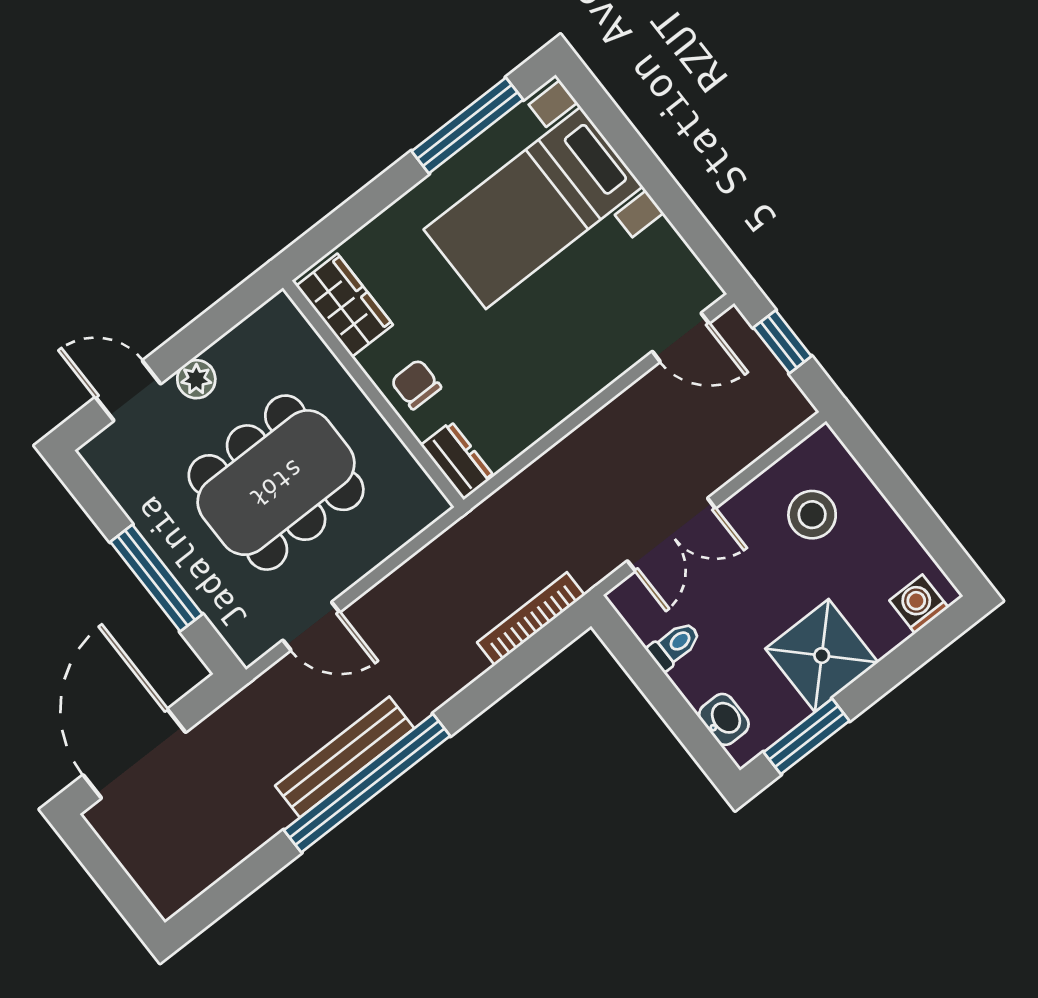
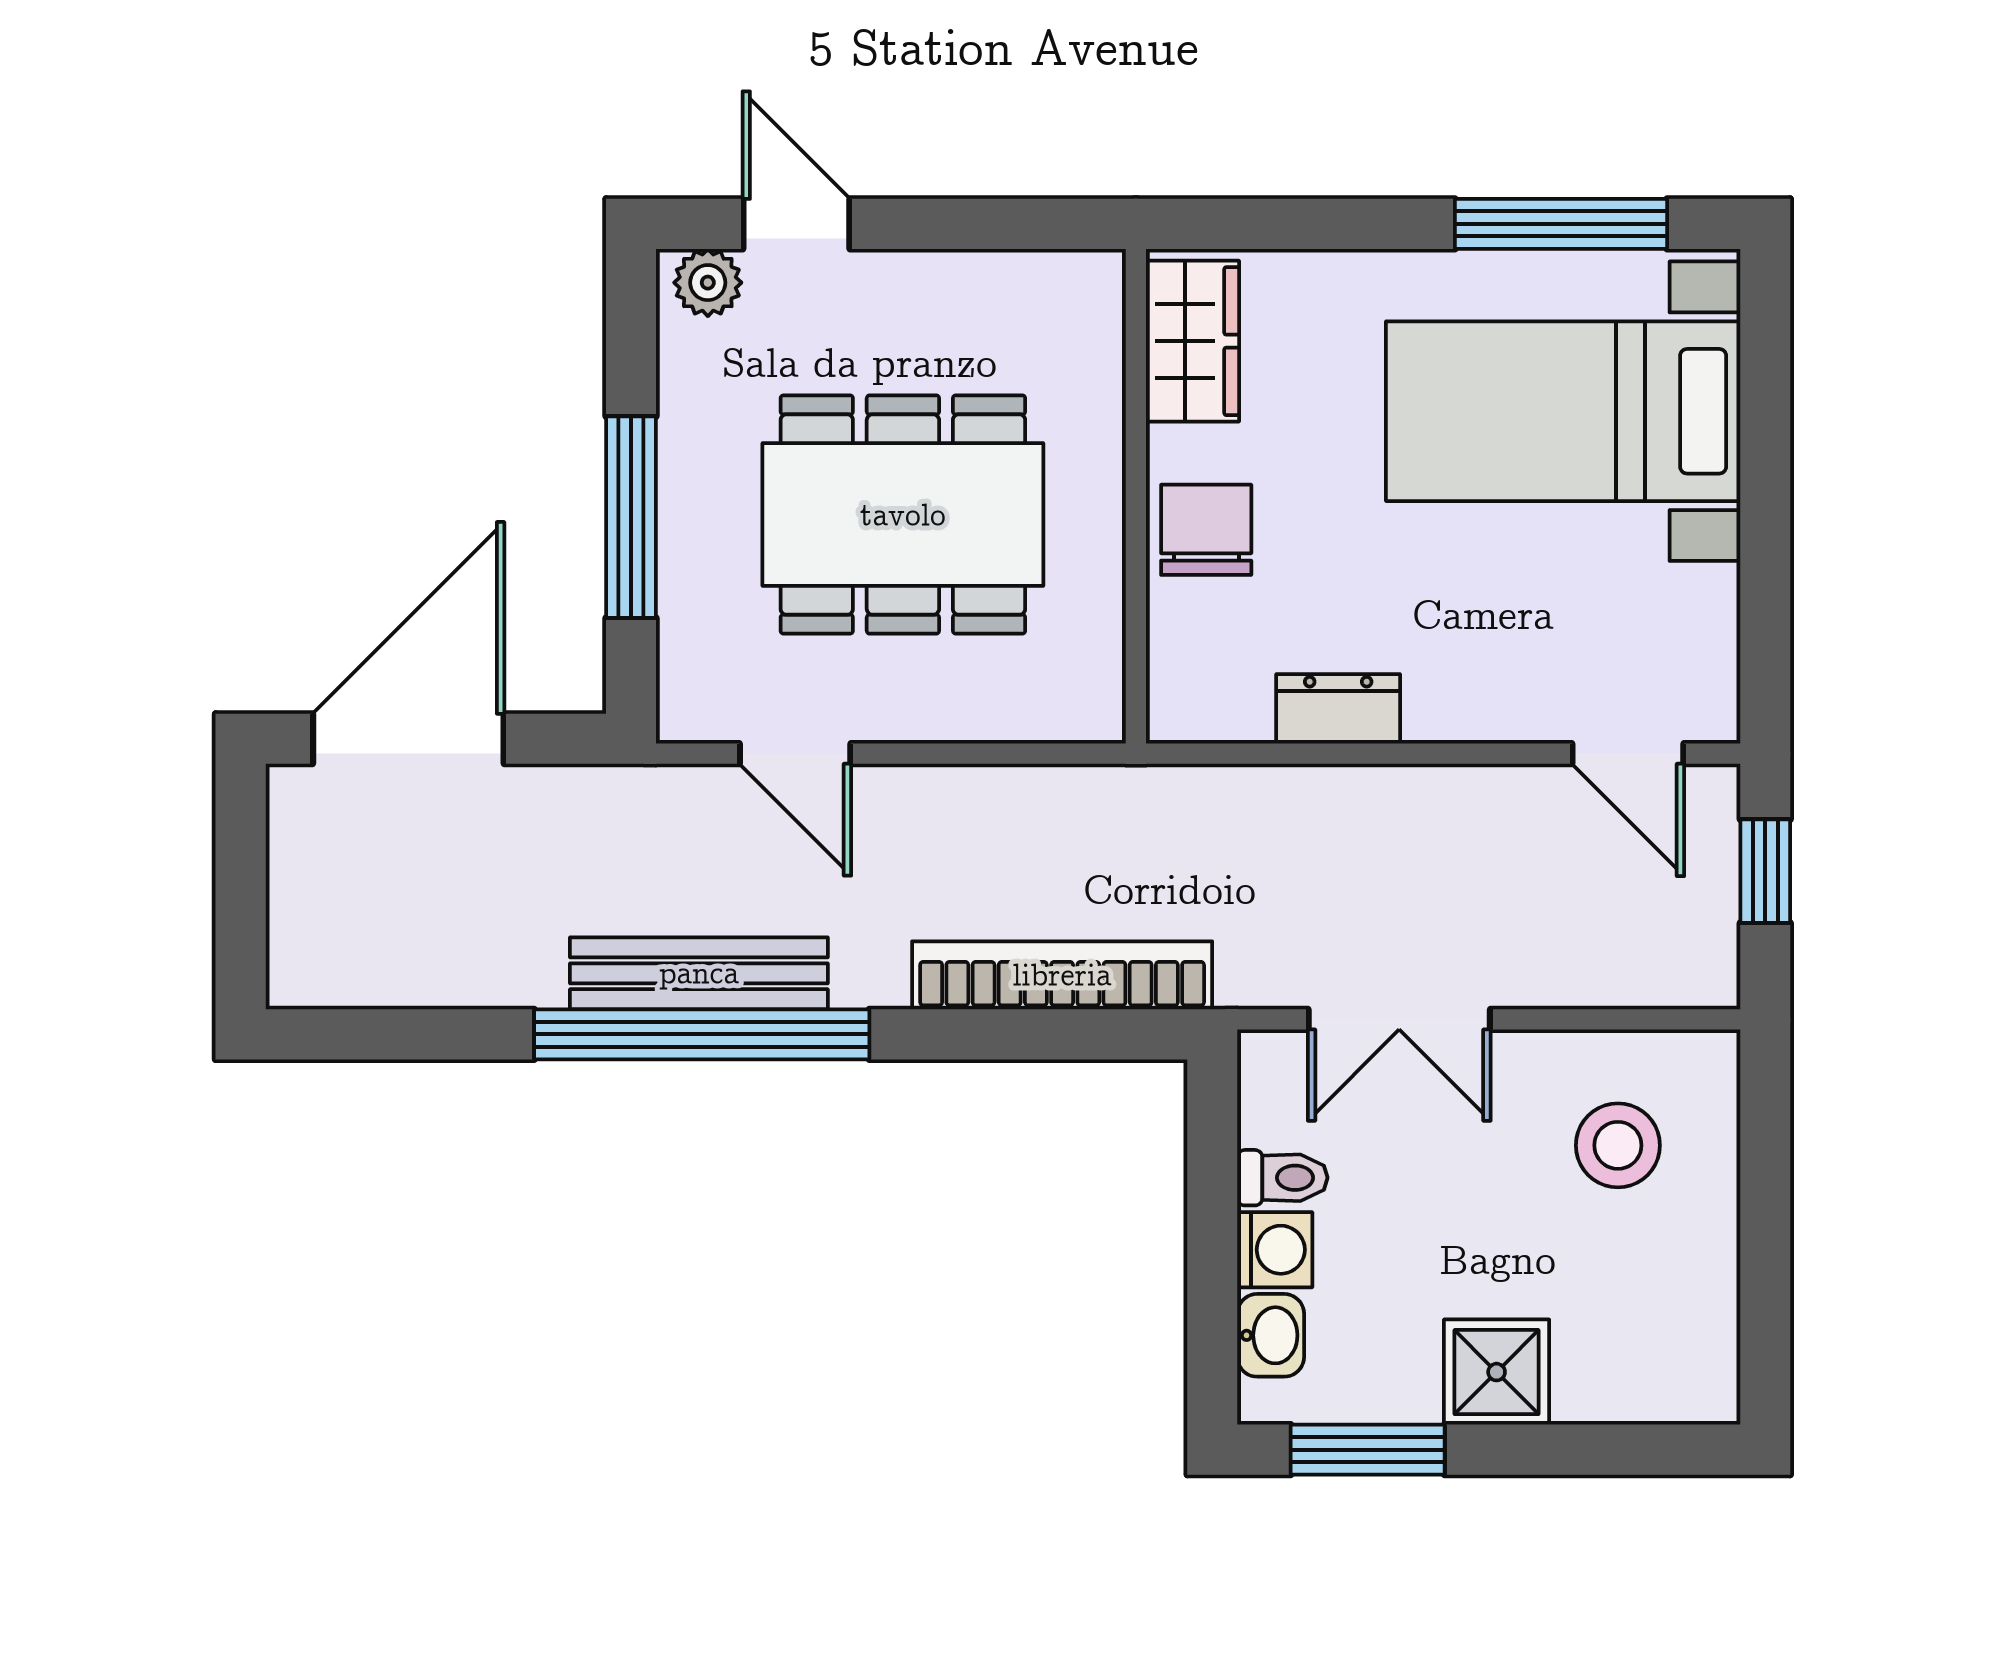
plant: (196, 379) -> (708, 283), moved
chair: (416, 384) -> (1206, 530), width x1.37, depth x1.37
dresser: (457, 461) -> (1338, 709), moved, turned -90
washing machine: (919, 604) -> (1275, 1250), moved, turned 90
bookcase: (531, 619) -> (1062, 975), width x1.48, depth x1.31
shower: (822, 656) -> (1497, 1372), width x0.73, depth x0.73

